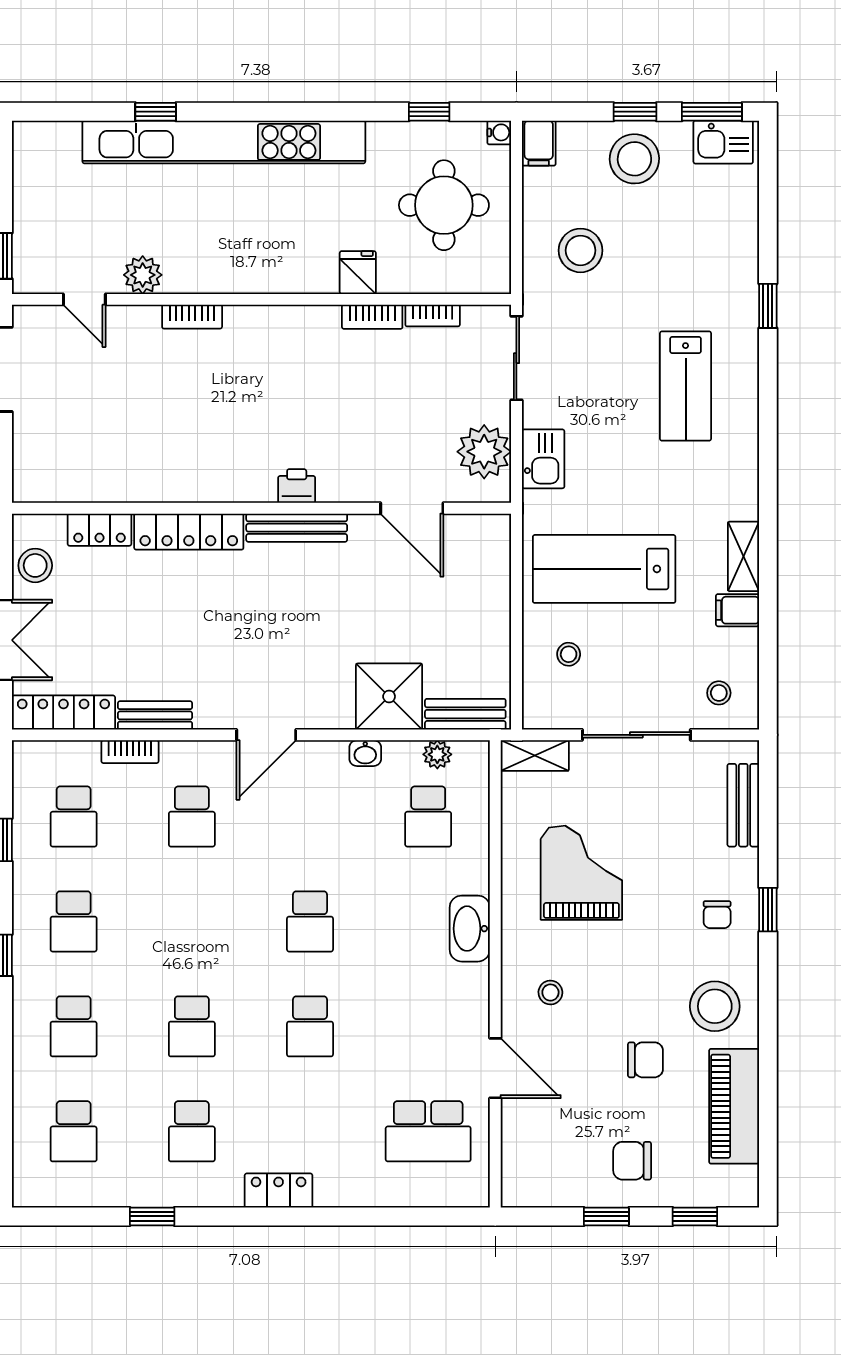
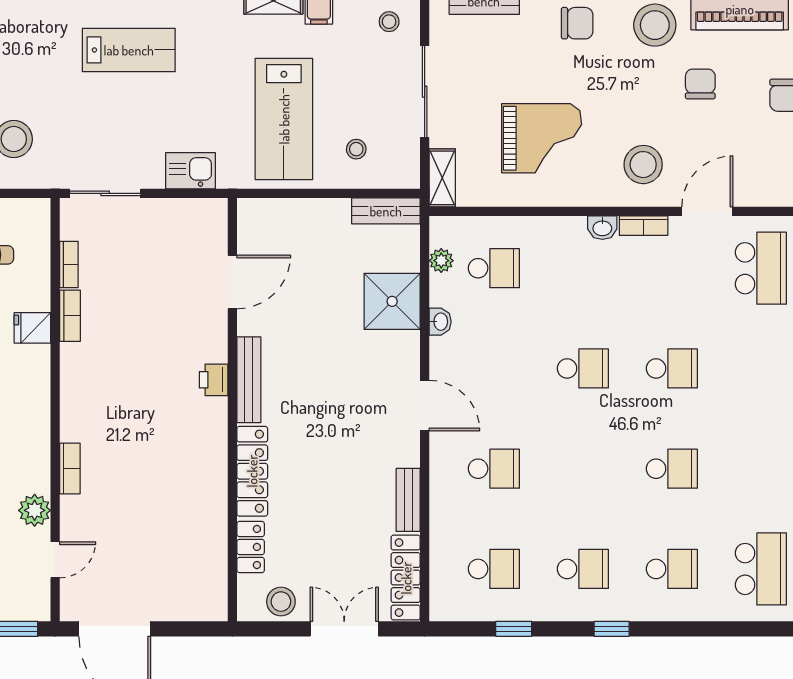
plant: (484, 452) -> (184, 221), removed
bench: (465, 714) -> (386, 211), moved, turned 90
bookcase: (130, 752) -> (644, 226), moved, turned 90
grand piano: (581, 873) -> (542, 138), turned 180
chair: (717, 915) -> (577, 23), width x1.37, depth x1.37
washbasin: (470, 929) -> (602, 228), width x0.52, depth x0.69
stool: (550, 993) -> (643, 165), width x1.89, depth x1.89
school desk: (74, 1131) -> (761, 569), width x1.85
school desk: (192, 1131) -> (761, 469), removed

